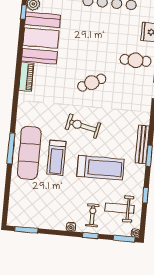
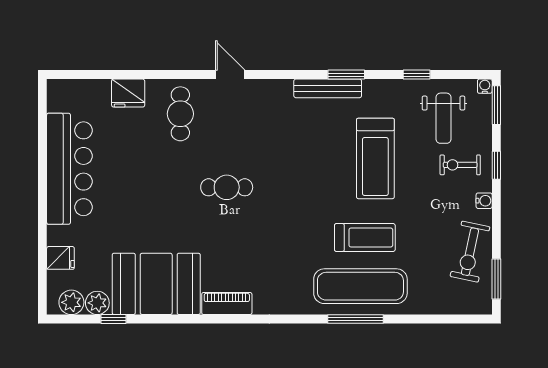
cafe table: (92, 83) -> (227, 187), turned -63
exercise bike: (83, 126) -> (470, 252), moved
treadmill: (100, 168) -> (375, 158), turned 180

